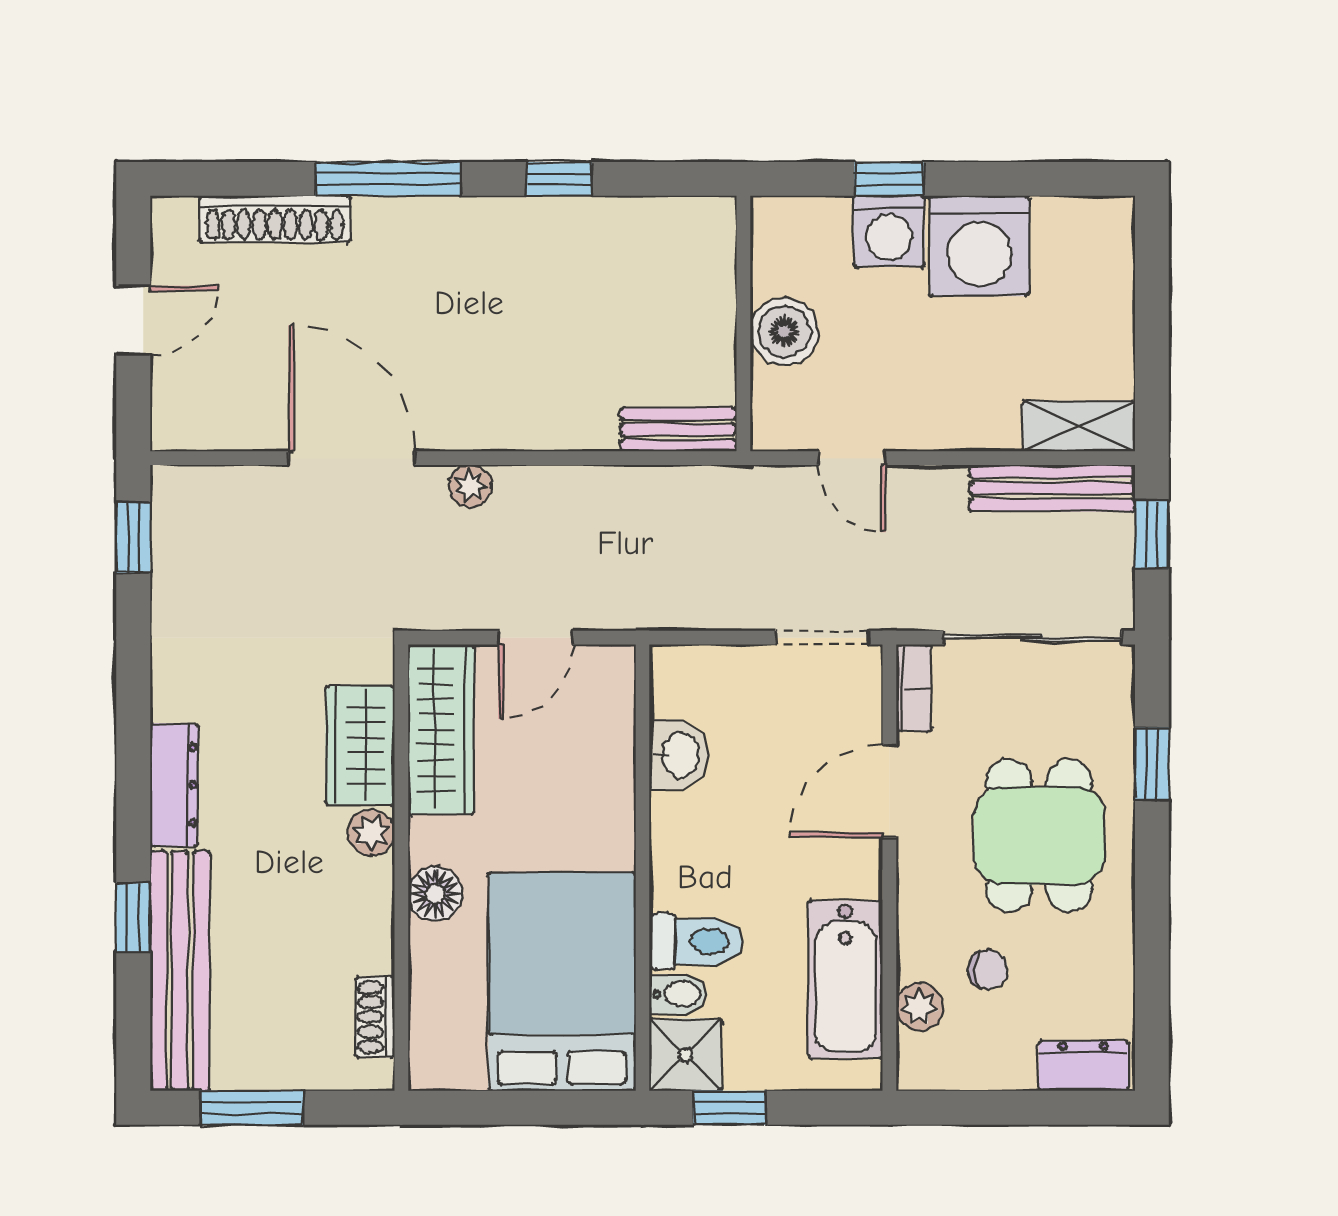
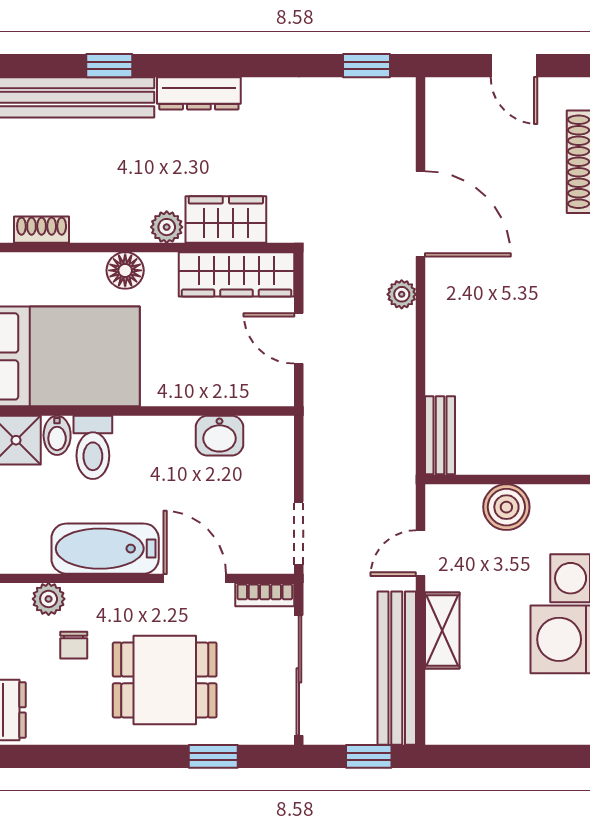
shelving: (1079, 426) -> (442, 630), moved
door: (352, 458) -> (421, 214), hinge flipped
bench: (1052, 488) -> (397, 668), width x1.37, depth x1.21
bathtub: (845, 979) -> (105, 549), moved

